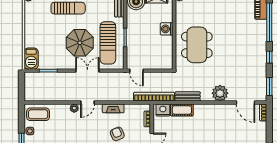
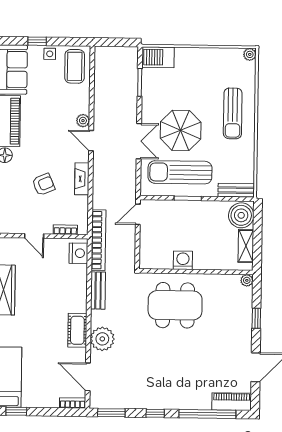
washing machine: (167, 29) -> (183, 260), moved
door: (245, 103) -> (88, 377), hinge flipped
cot: (182, 110) -> (77, 330), moved

